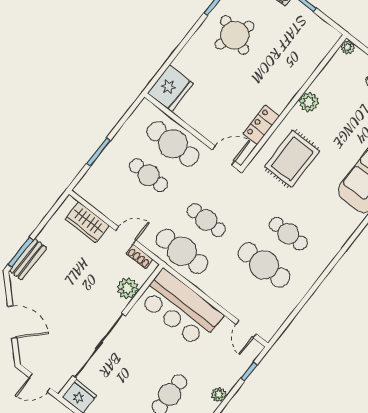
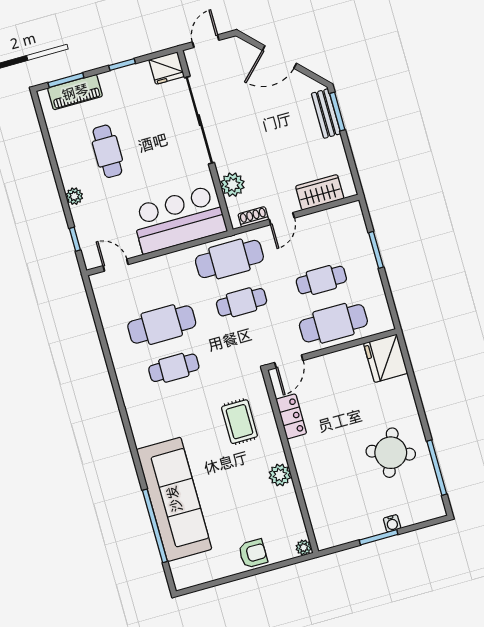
rug: (292, 159) -> (239, 422), width x0.73, depth x0.70

